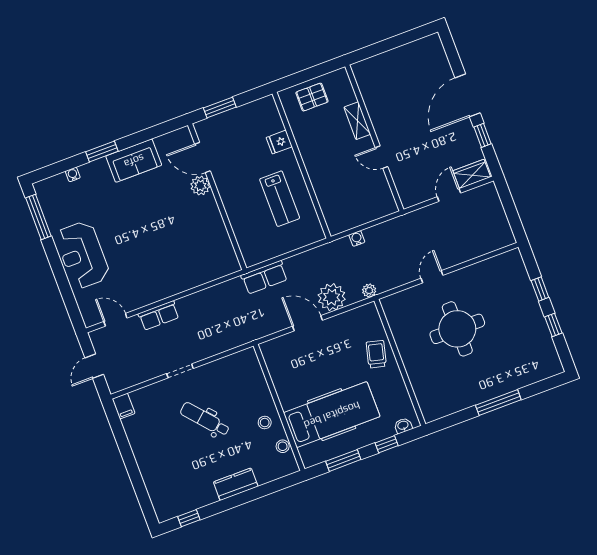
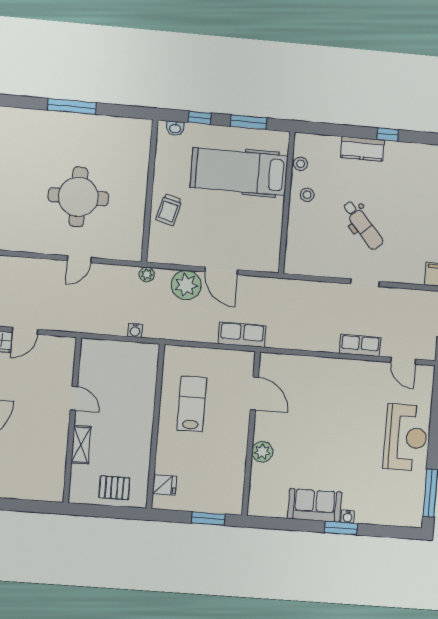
fridge: (279, 142) -> (164, 485), moved
door: (203, 158) -> (254, 393), moved
water cooler: (73, 174) -> (348, 517), moved
window: (189, 518) -> (388, 135), moved

